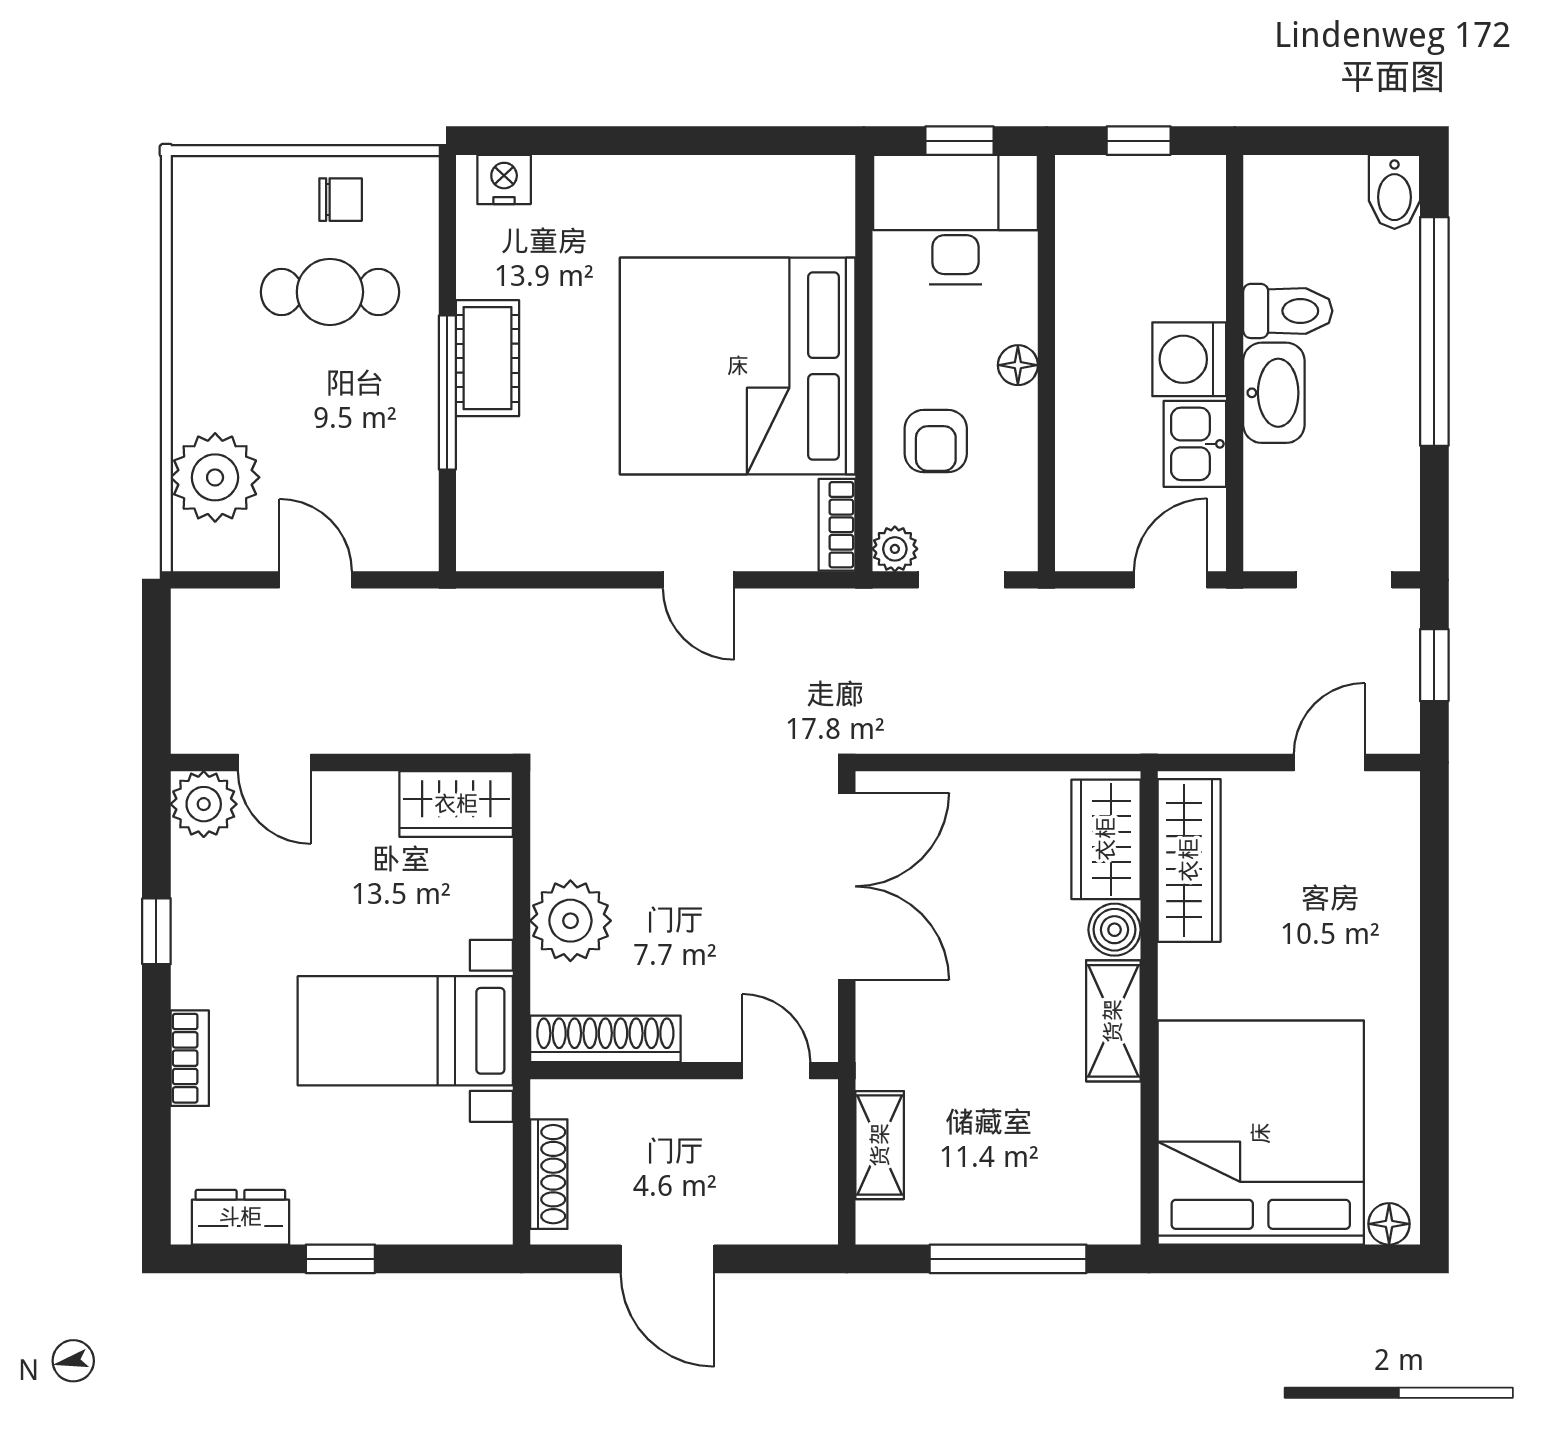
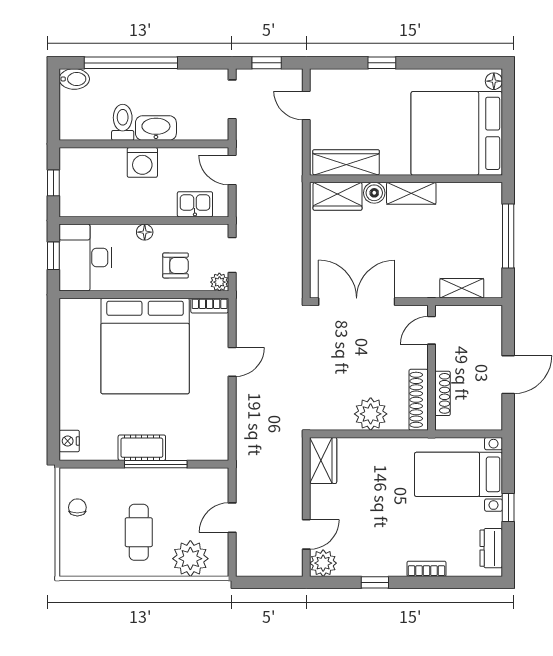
cafe table: (330, 292) -> (139, 532), moved
kitchen sink: (1195, 444) -> (195, 204), moved, turned 180
window: (1434, 949) -> (382, 63), added
bed with nightstands: (405, 1031) -> (458, 474), moved, turned 90
shoe rack: (549, 1174) -> (443, 393), moved, turned 90

